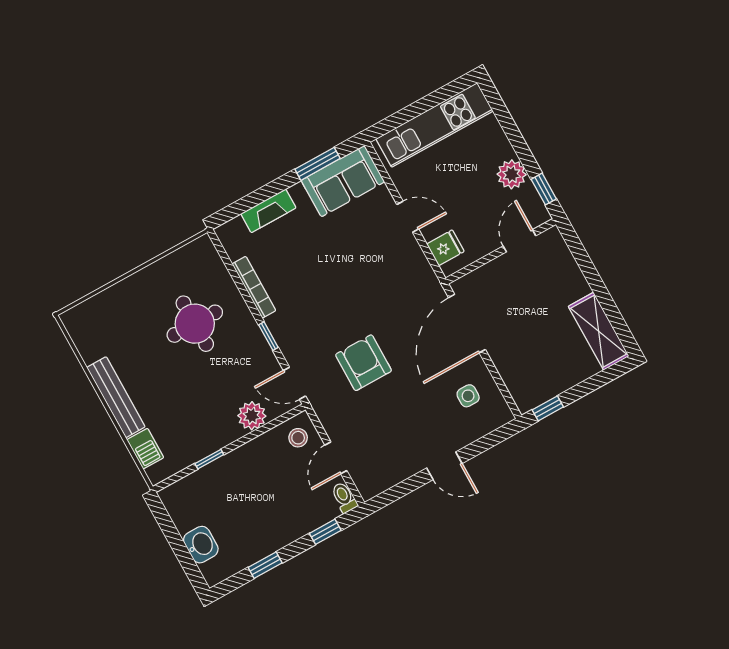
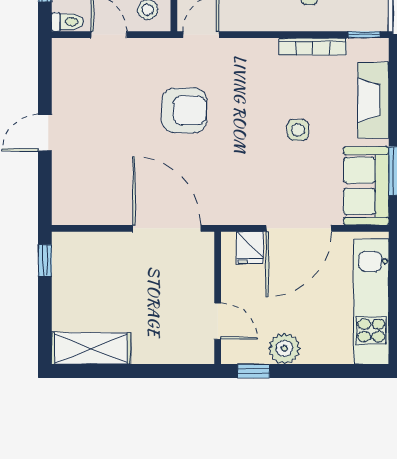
fireplace: (268, 211) -> (373, 100), width x1.37, depth x1.32
door: (408, 217) -> (299, 228), width x1.87
window: (268, 336) -> (364, 35), moved
side table: (468, 396) -> (298, 130), moved

